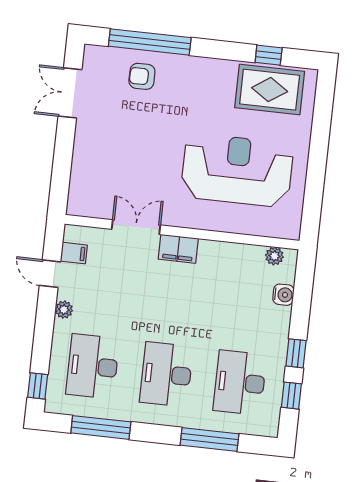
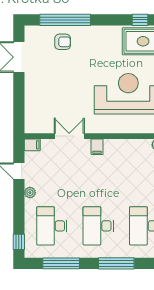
armchair: (142, 76) -> (63, 42), turned 180
filing cabinet: (178, 249) -> (97, 147), width x0.50
filing cabinet: (74, 253) -> (32, 145), moved
window: (209, 439) -> (116, 263), moved

